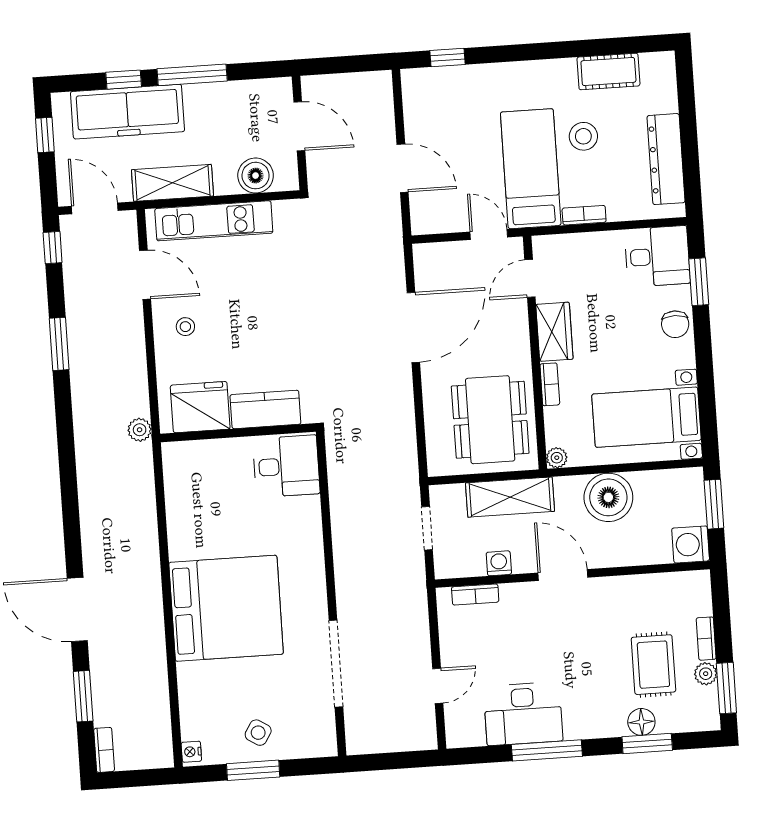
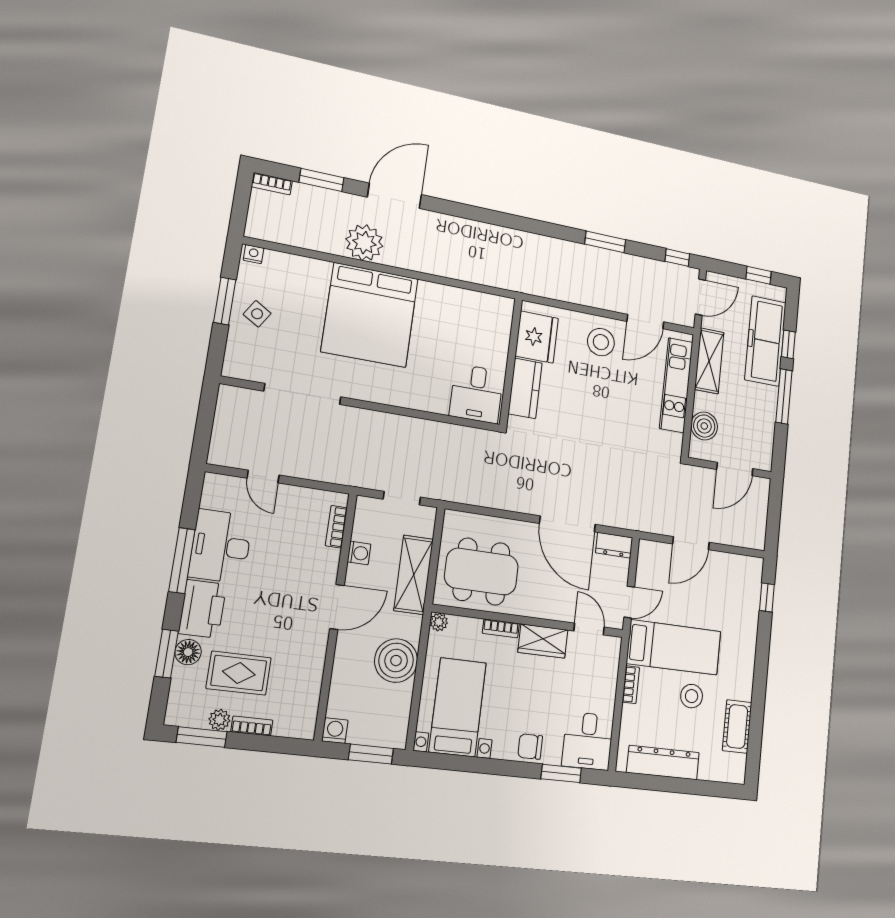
dresser: (426, 265) -> (614, 545), added
stool: (185, 327) -> (601, 342), width x1.89, depth x1.89
plant: (140, 430) -> (364, 243), moved, width x1.88, depth x1.88
washing machine: (691, 544) -> (335, 731), width x0.73, depth x0.73
printer: (593, 718) -> (202, 609), added

